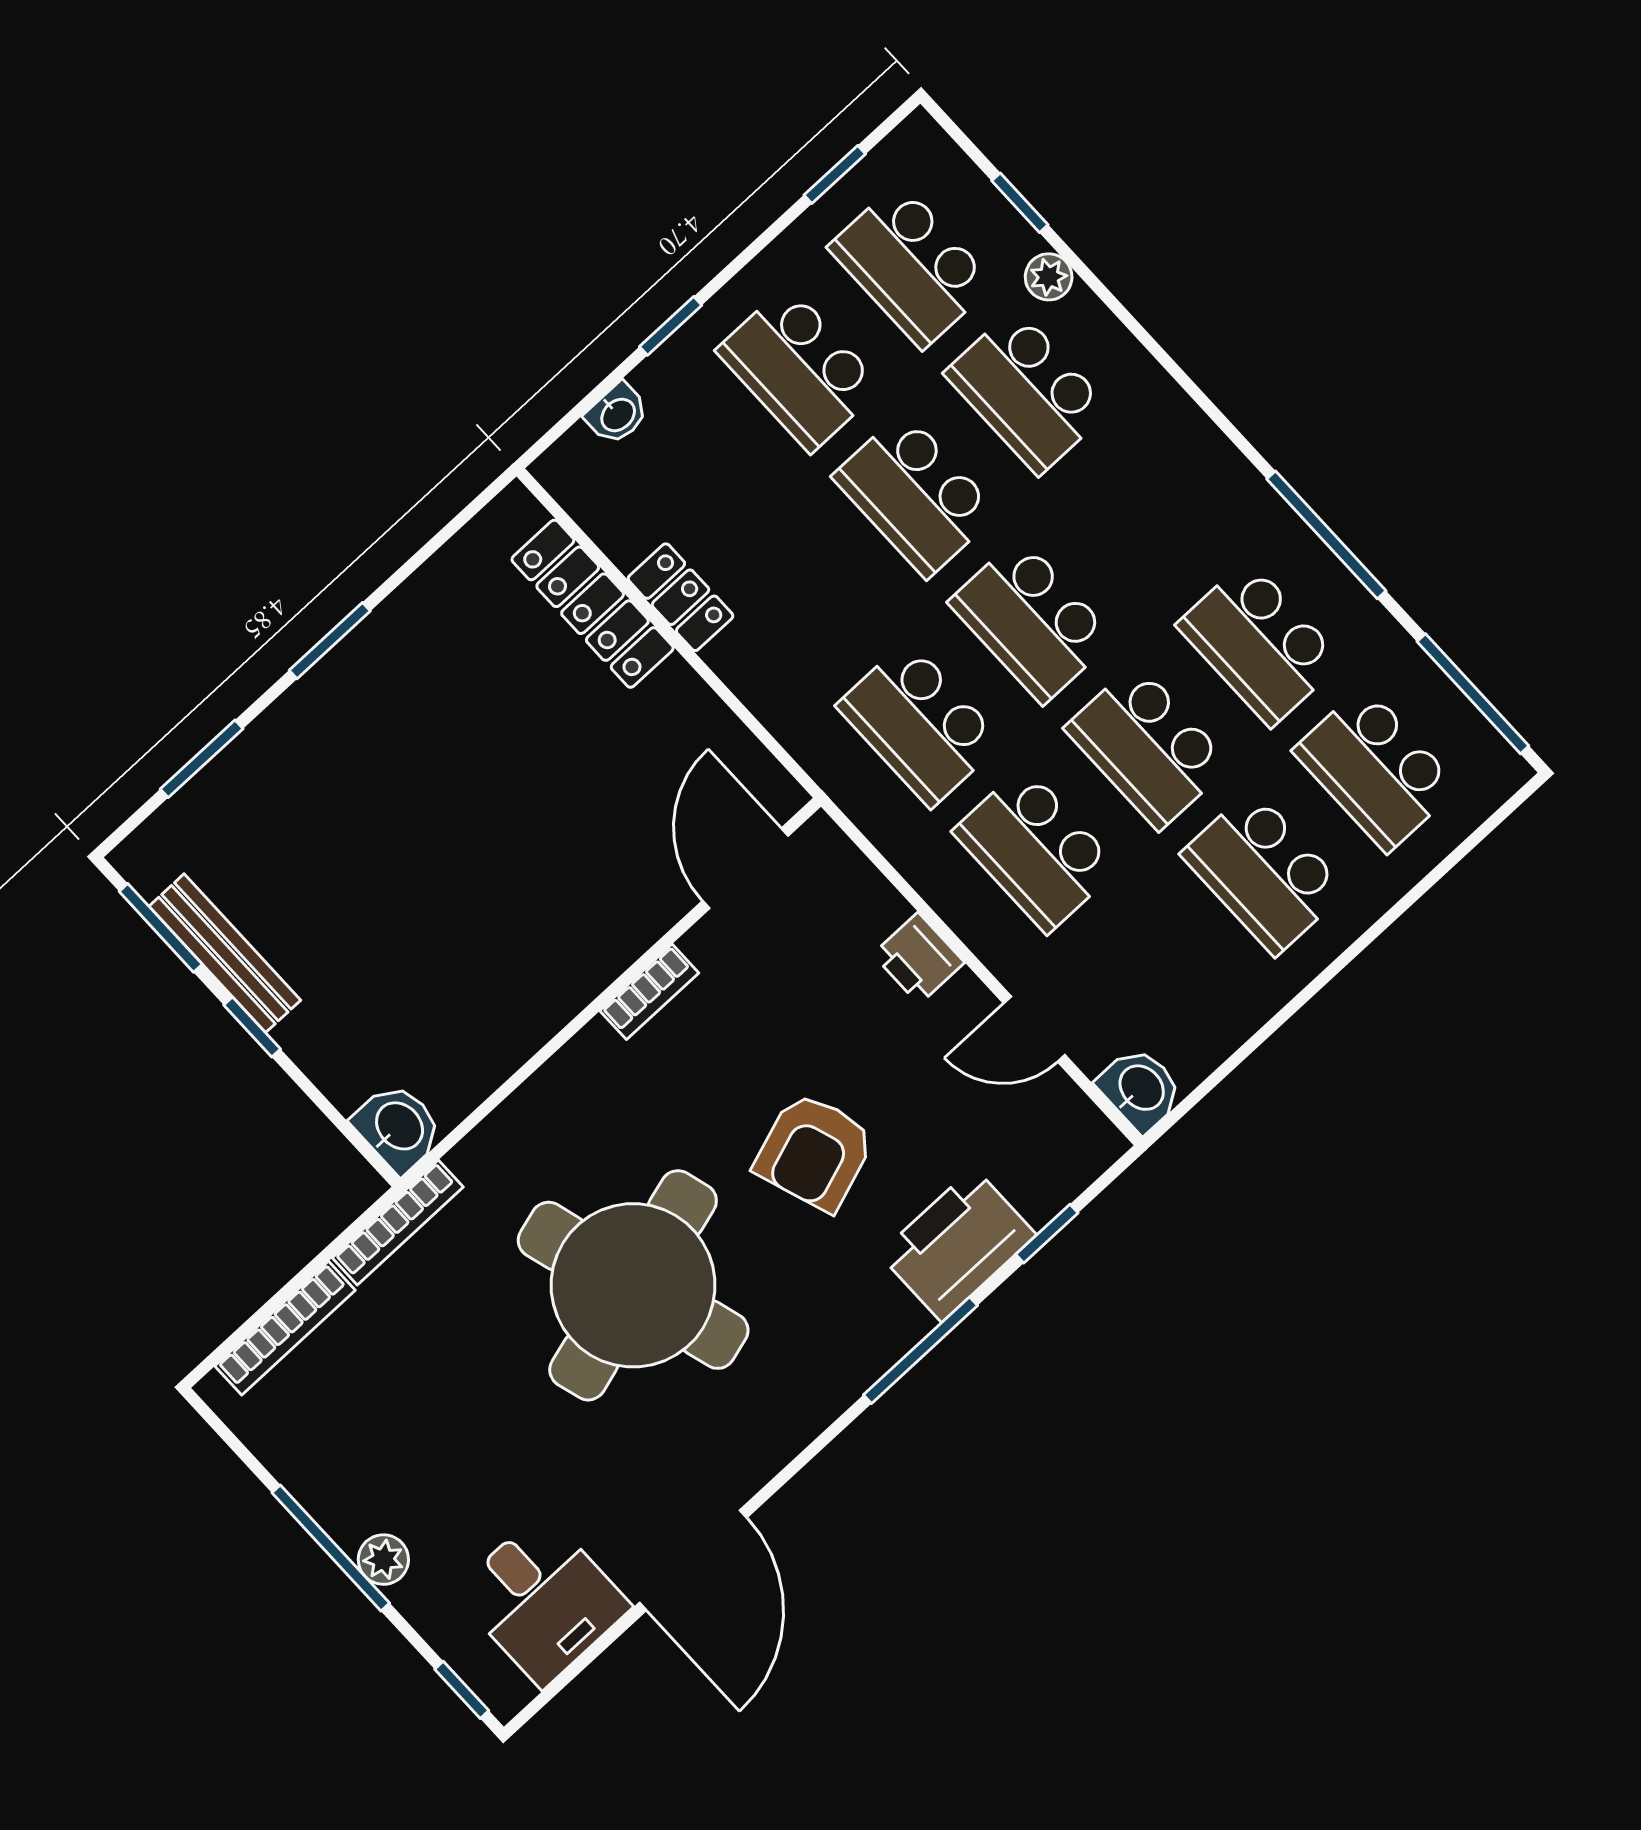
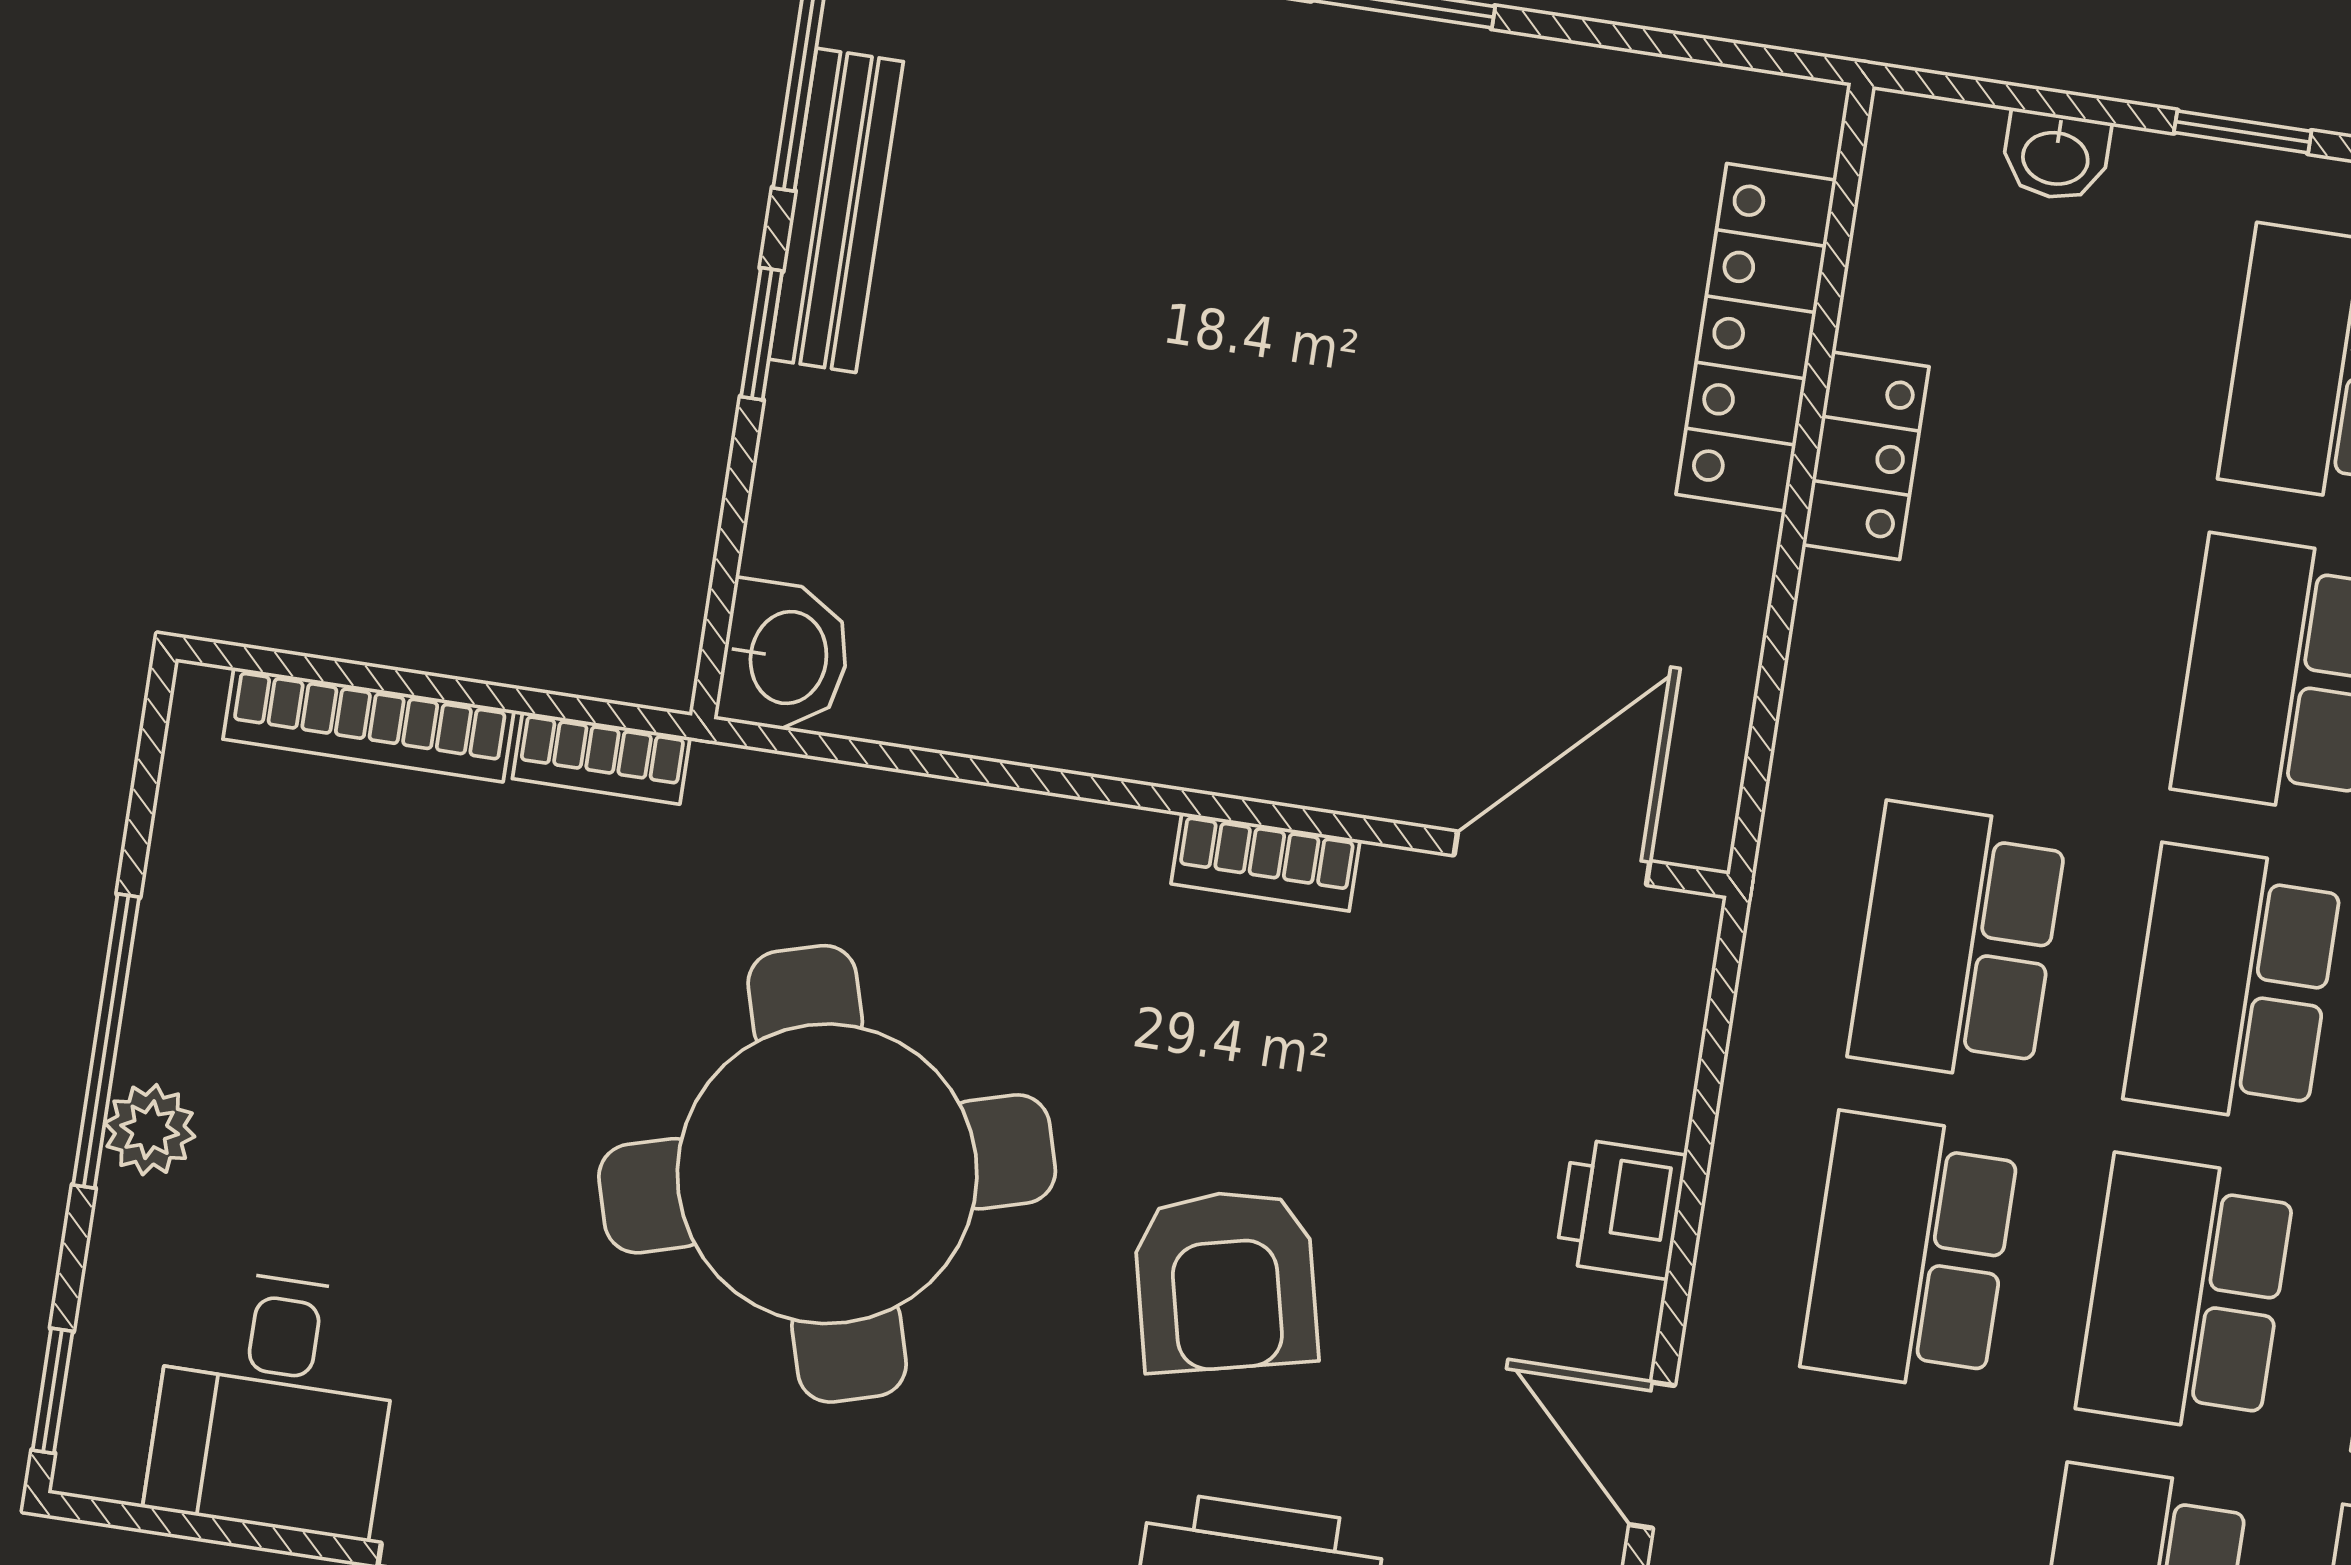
armchair: (814, 1152) -> (1226, 1281), turned -84
bookcase: (398, 1222) -> (601, 758), width x0.64

